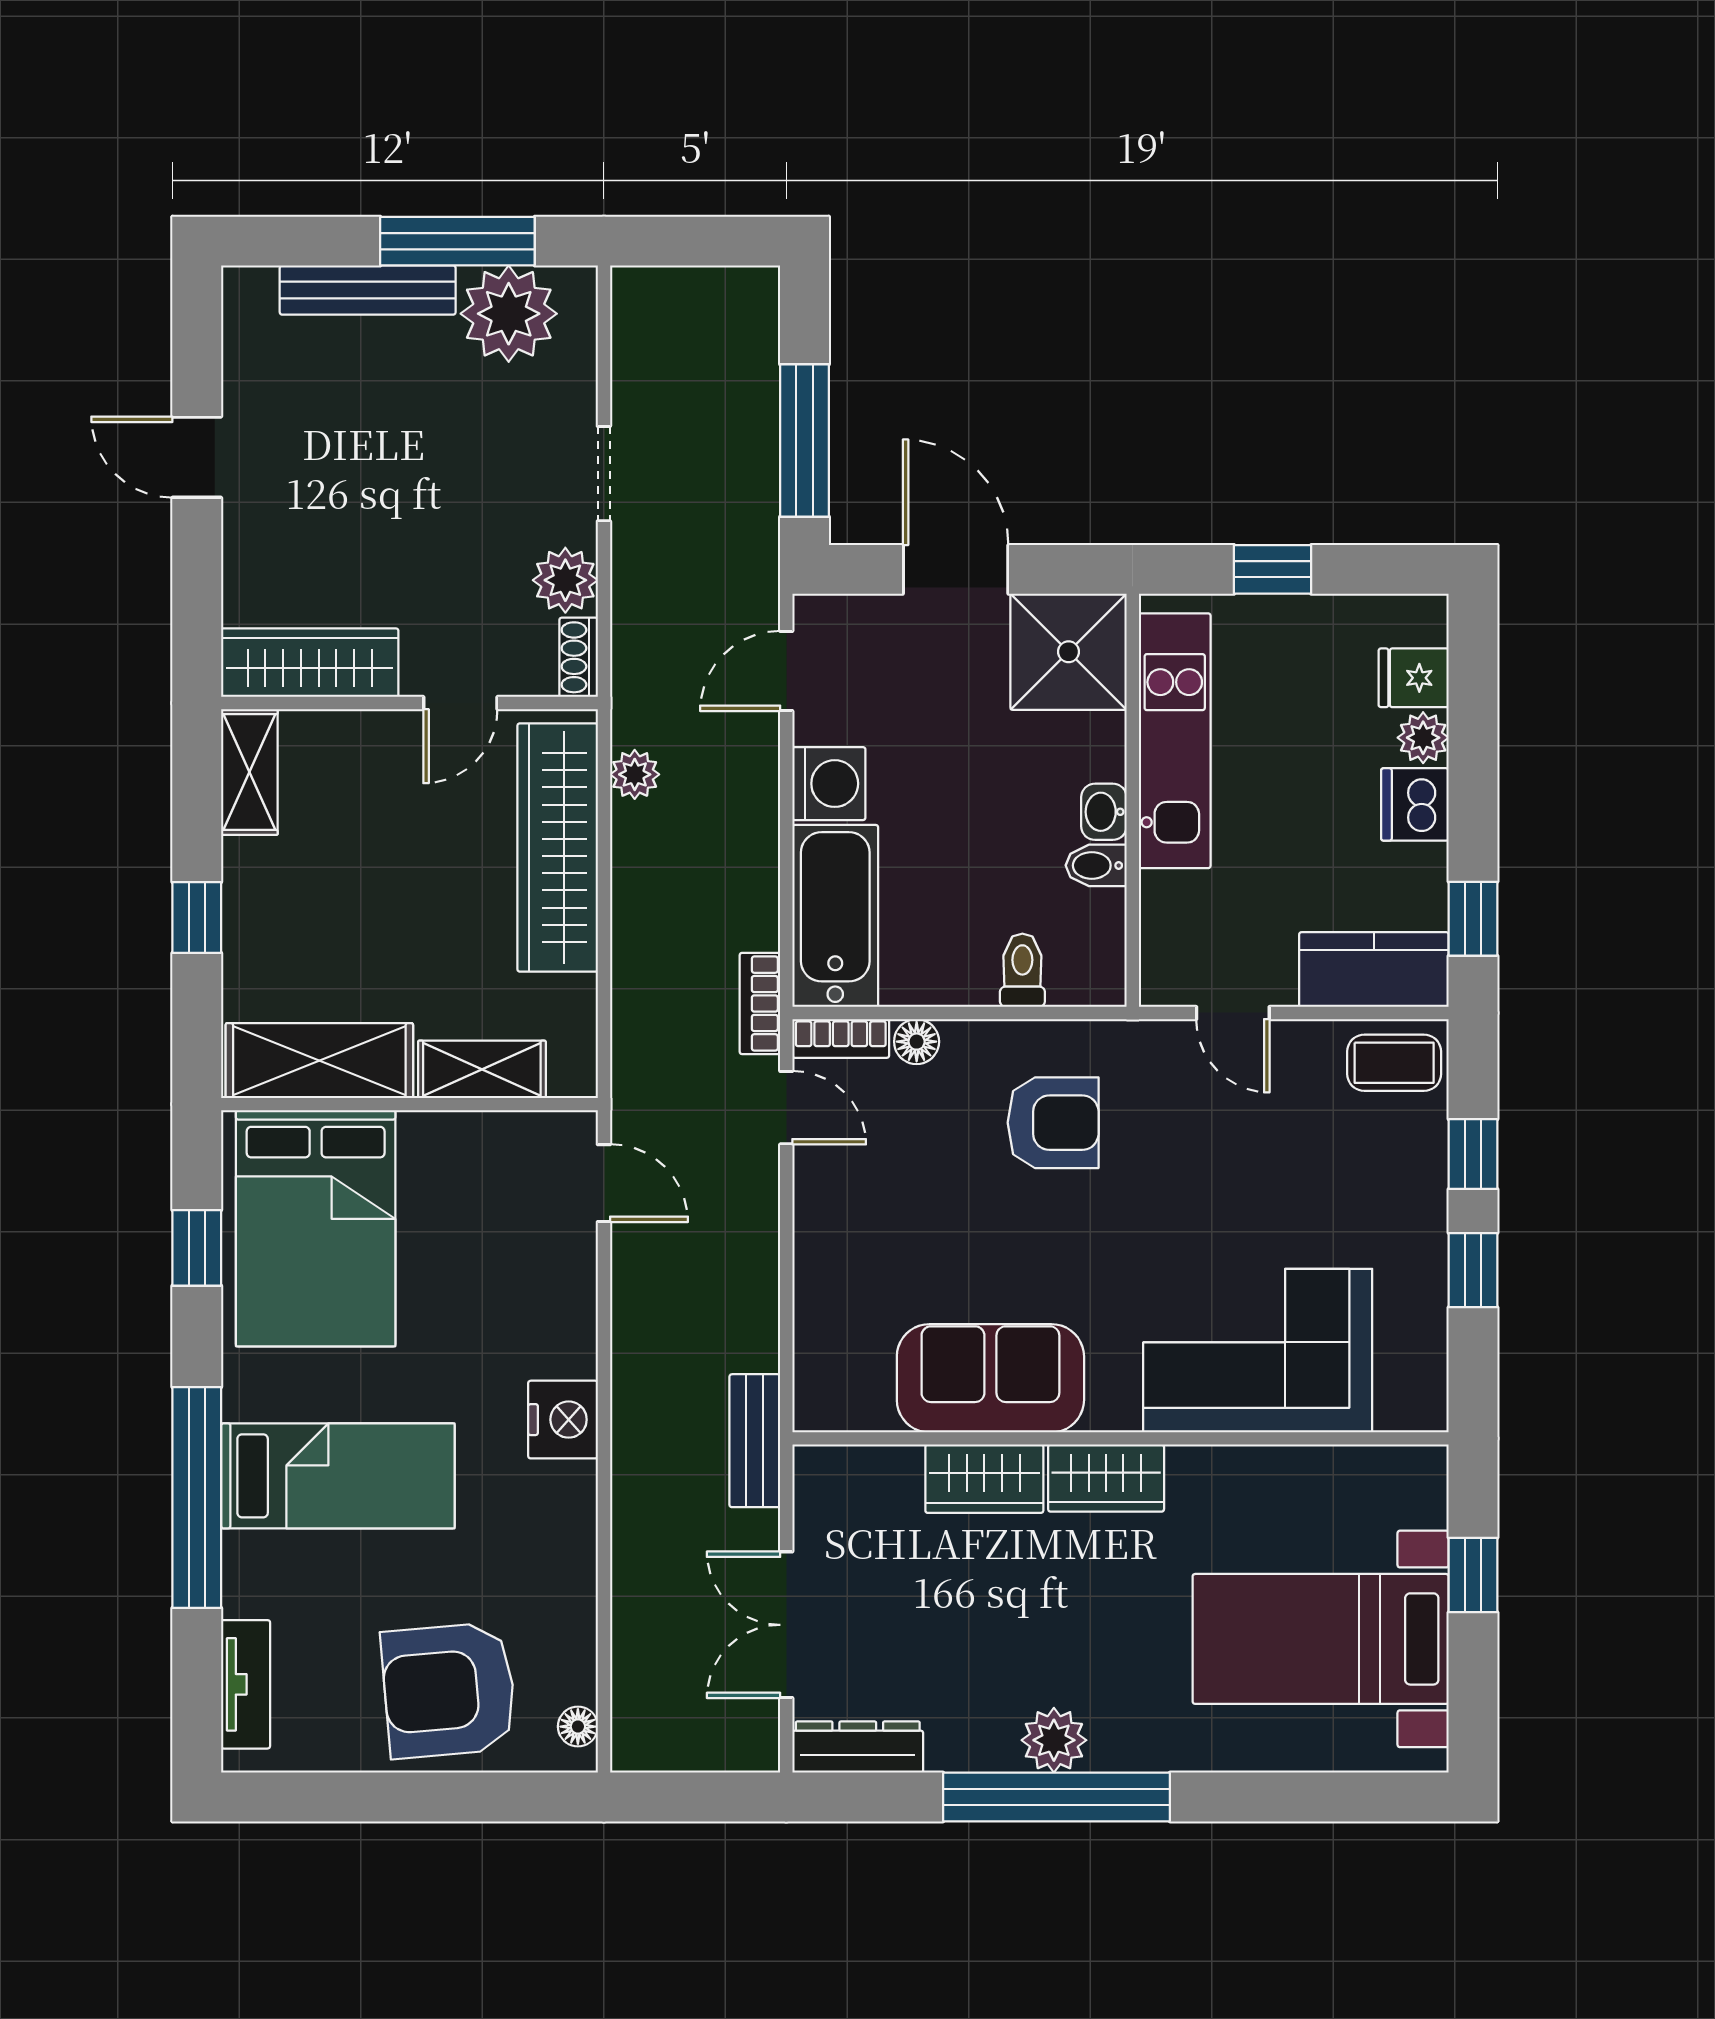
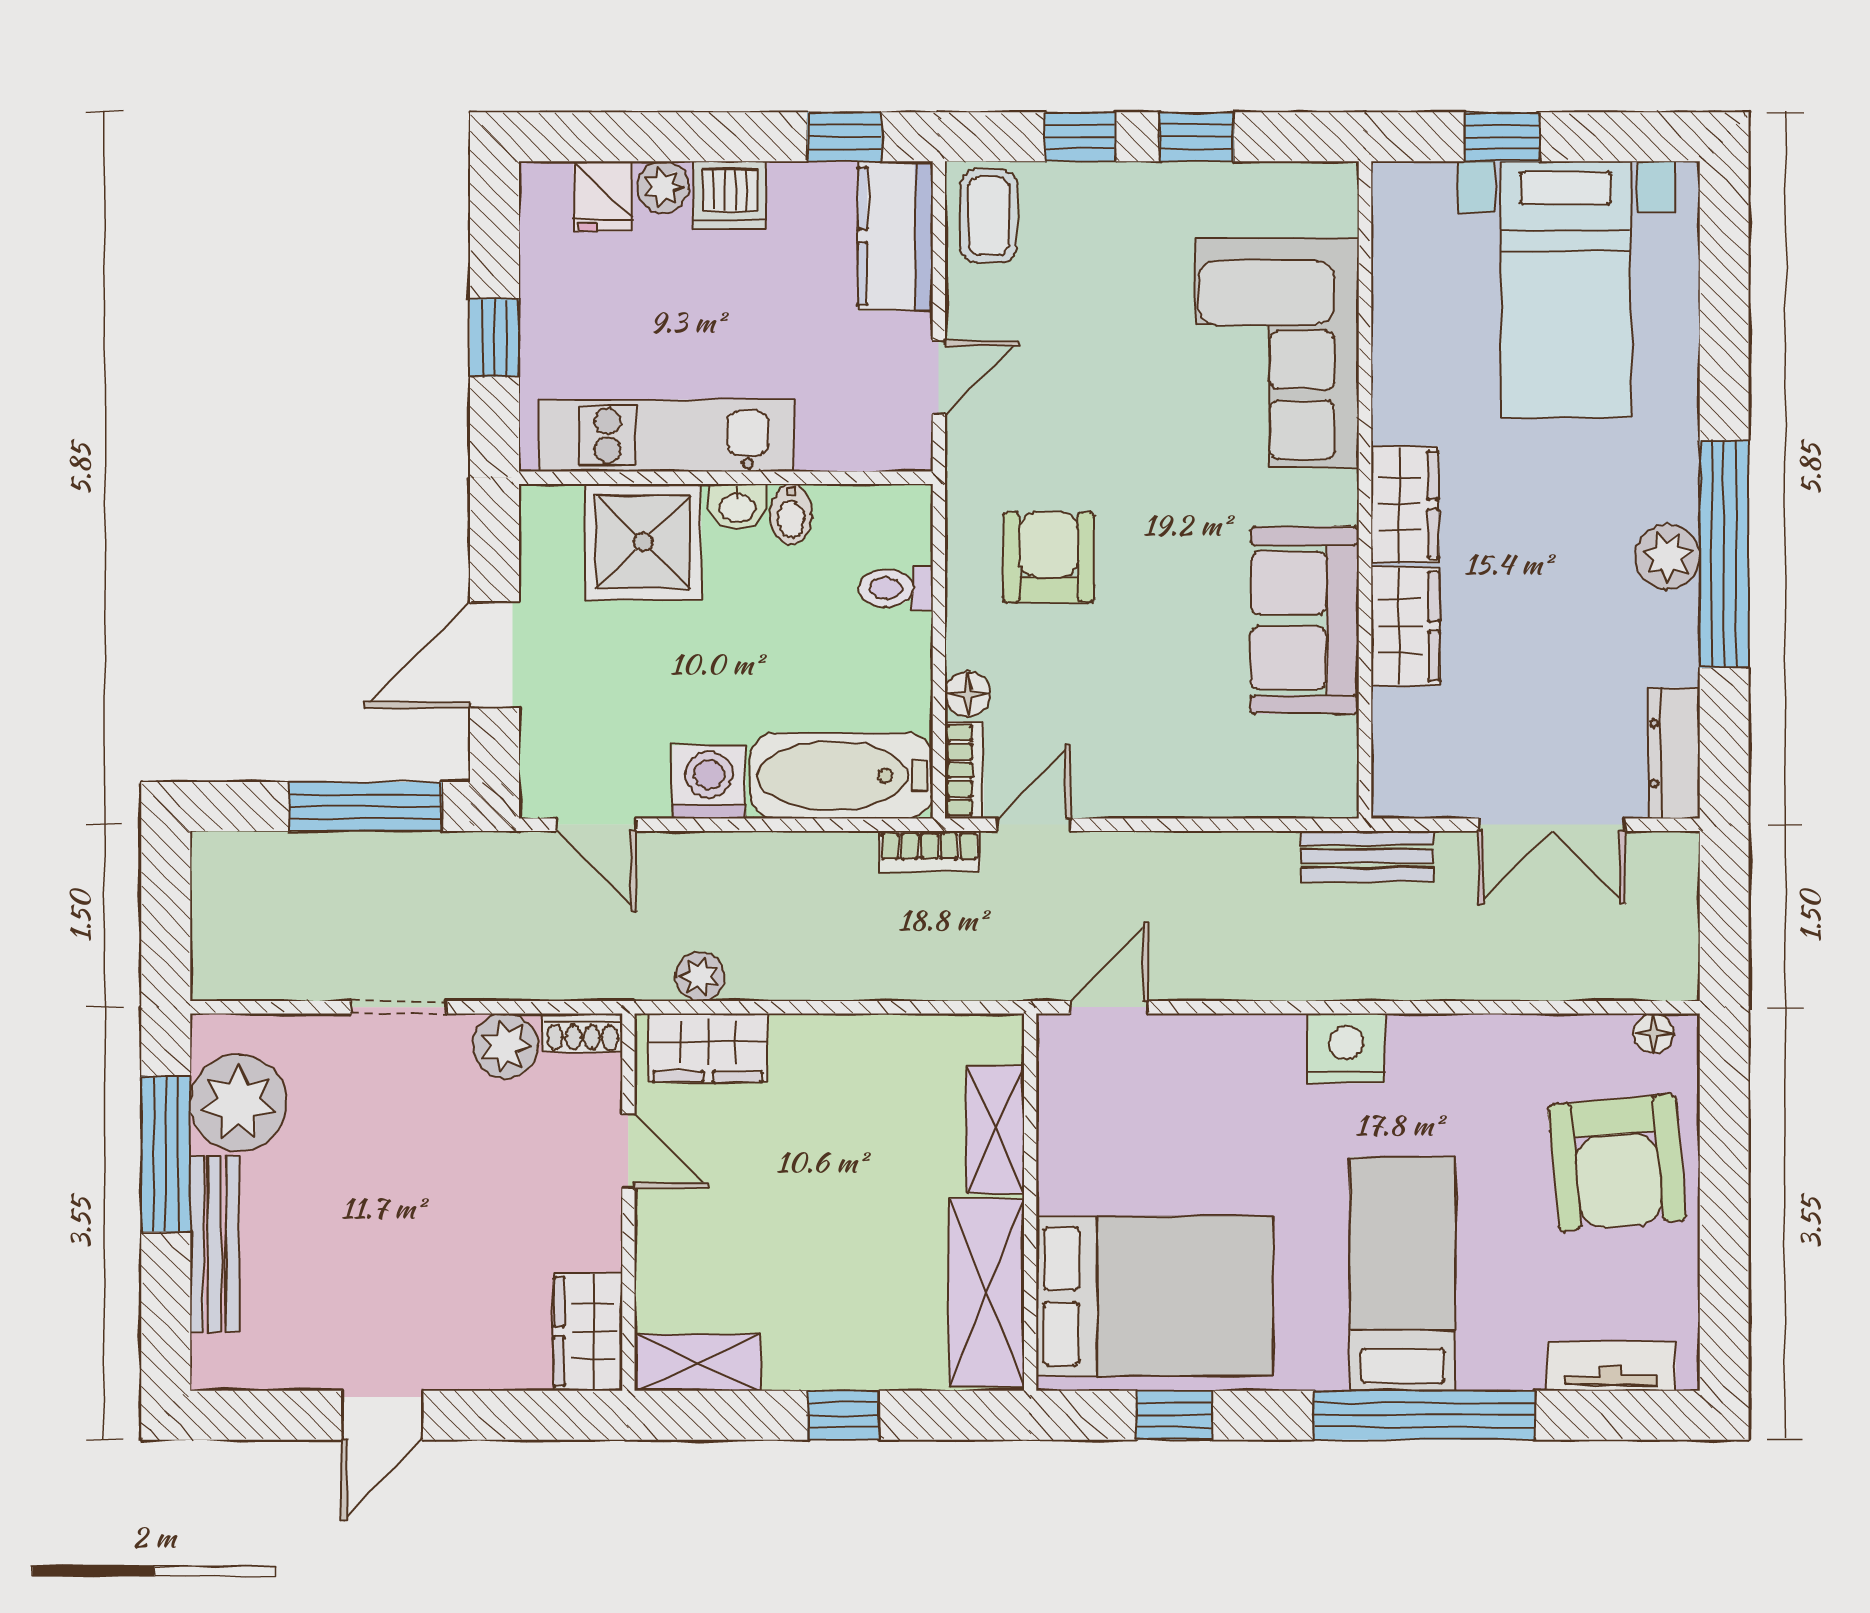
shower: (1069, 652) -> (643, 542), moved
wardrobe: (310, 663) -> (588, 1332), width x0.67
wardrobe: (558, 847) -> (708, 1048), width x0.48, depth x0.85

